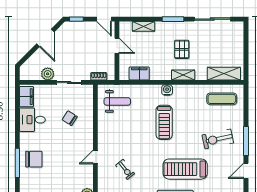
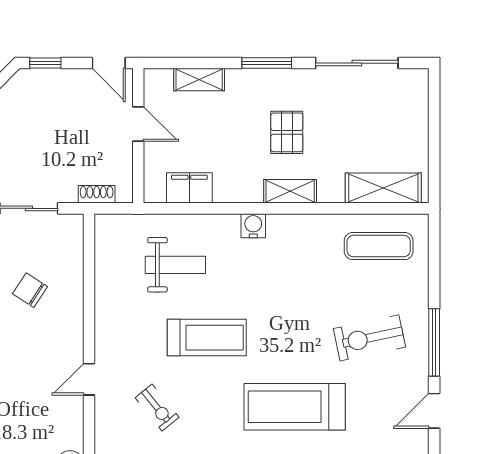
weight bench: (117, 101) -> (175, 265), moved
treadmill: (164, 122) -> (207, 338), moved, turned -90

